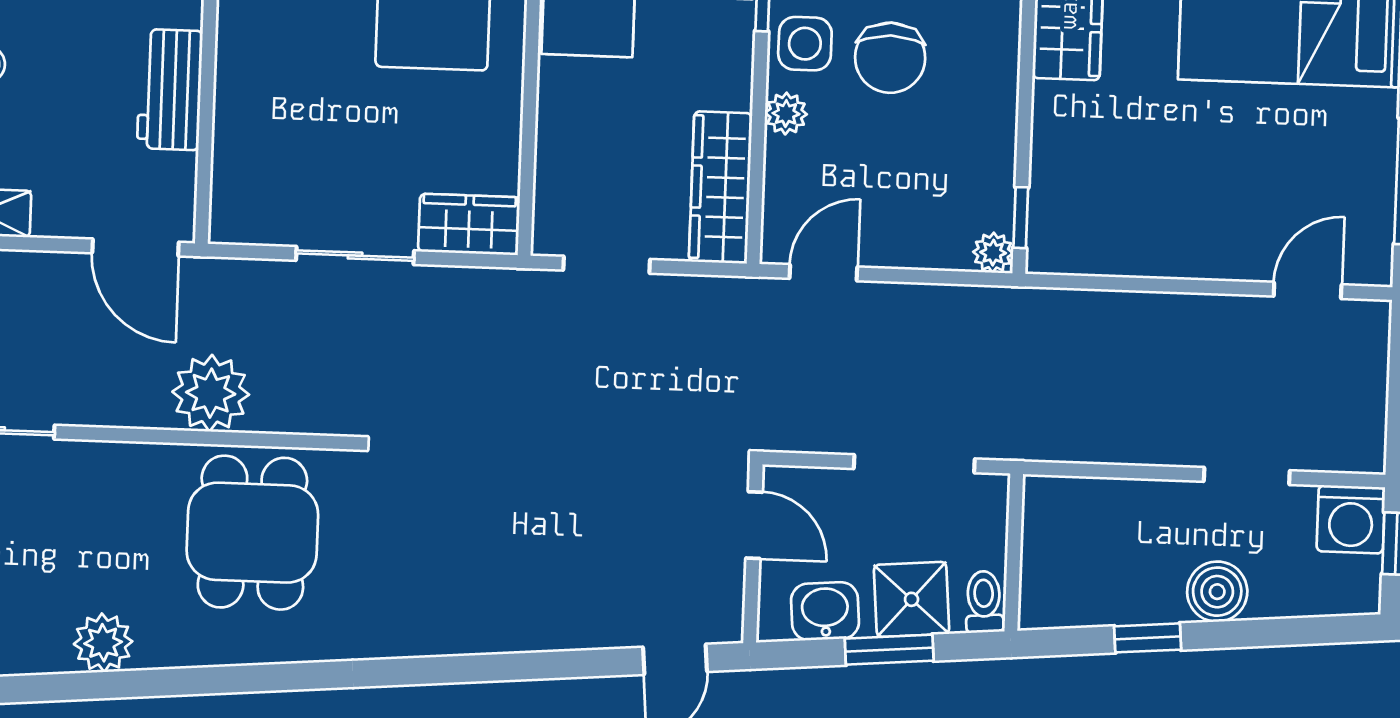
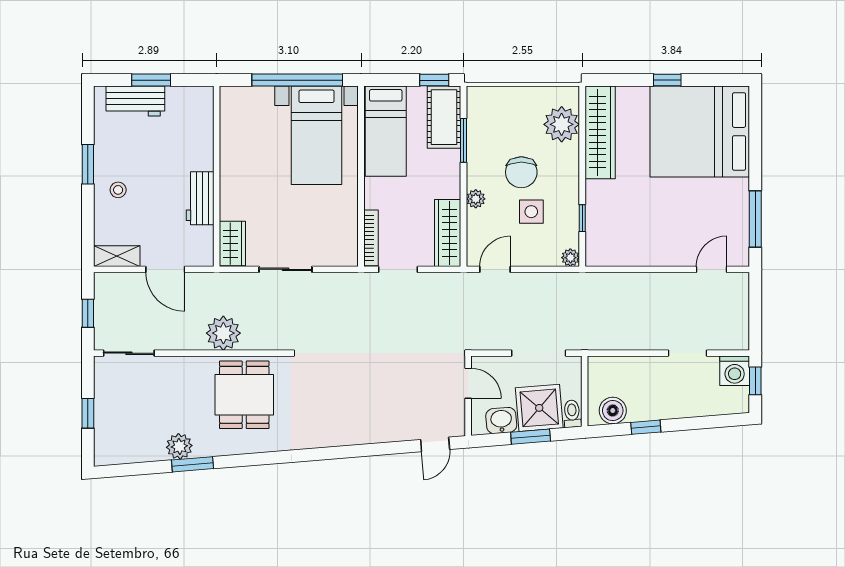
side table: (805, 44) -> (531, 212), moved
bookcase: (549, 192) -> (371, 238), added
window: (1021, 218) -> (582, 218), moved
wardrobe: (469, 224) -> (232, 244), moved, turned 90
door: (136, 248) -> (165, 269), moved
boiler: (1217, 592) -> (613, 411), moved
shower: (912, 599) -> (539, 408), width x1.36, depth x1.36
window: (131, 684) -> (193, 464), added

